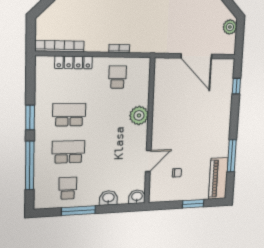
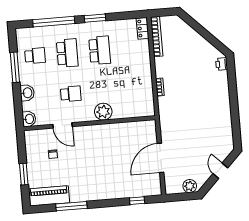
locker: (73, 62) -> (143, 28), moved, width x0.66
school desk: (117, 77) -> (71, 94), moved

